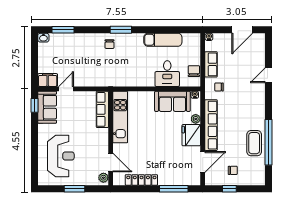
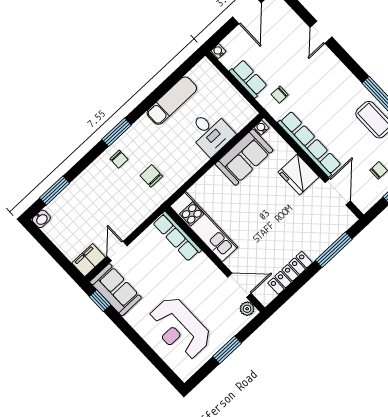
chair: (194, 71) -> (151, 176), moved
plant: (196, 119) -> (287, 153), removed
reception desk: (61, 156) -> (179, 328), turned 180

